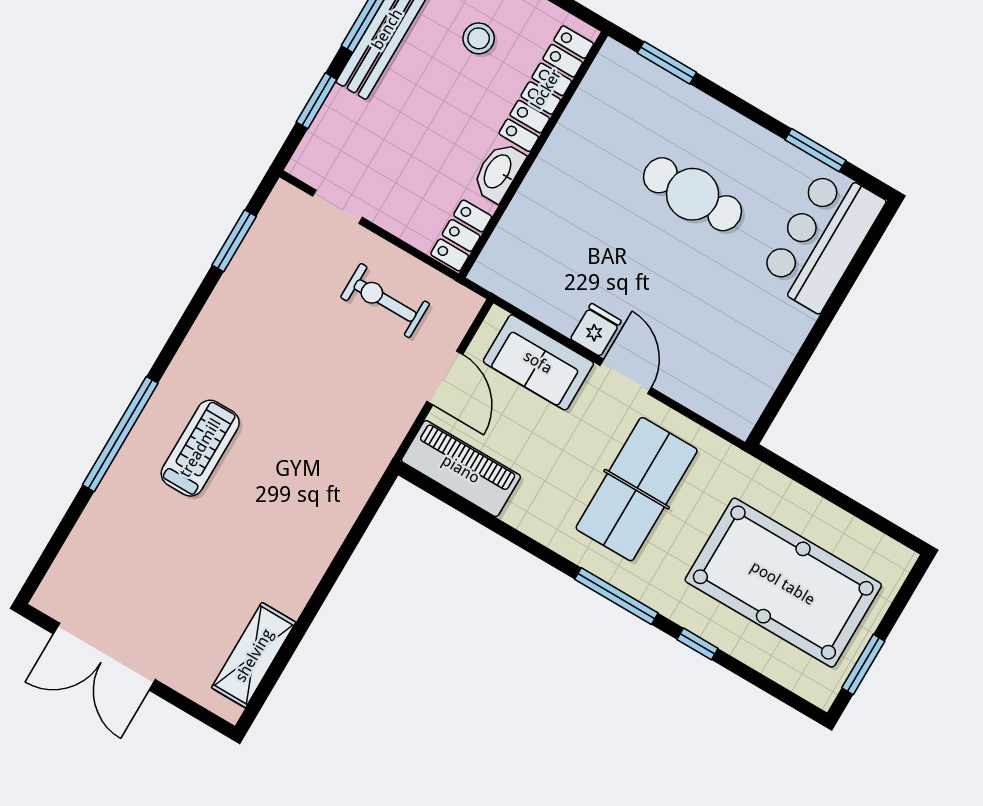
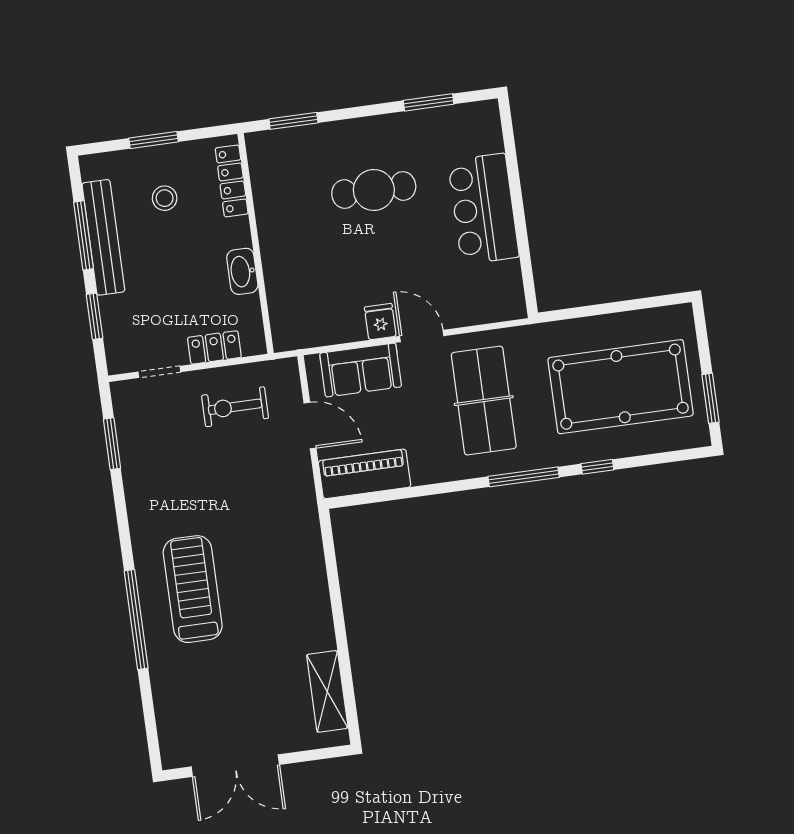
locker: (546, 89) -> (232, 181), width x0.71, depth x0.83
locker: (461, 235) -> (214, 347), moved, turned 90
bar counter: (822, 239) -> (483, 209), moved
treadmill: (200, 448) -> (193, 589), width x1.37, depth x1.38

